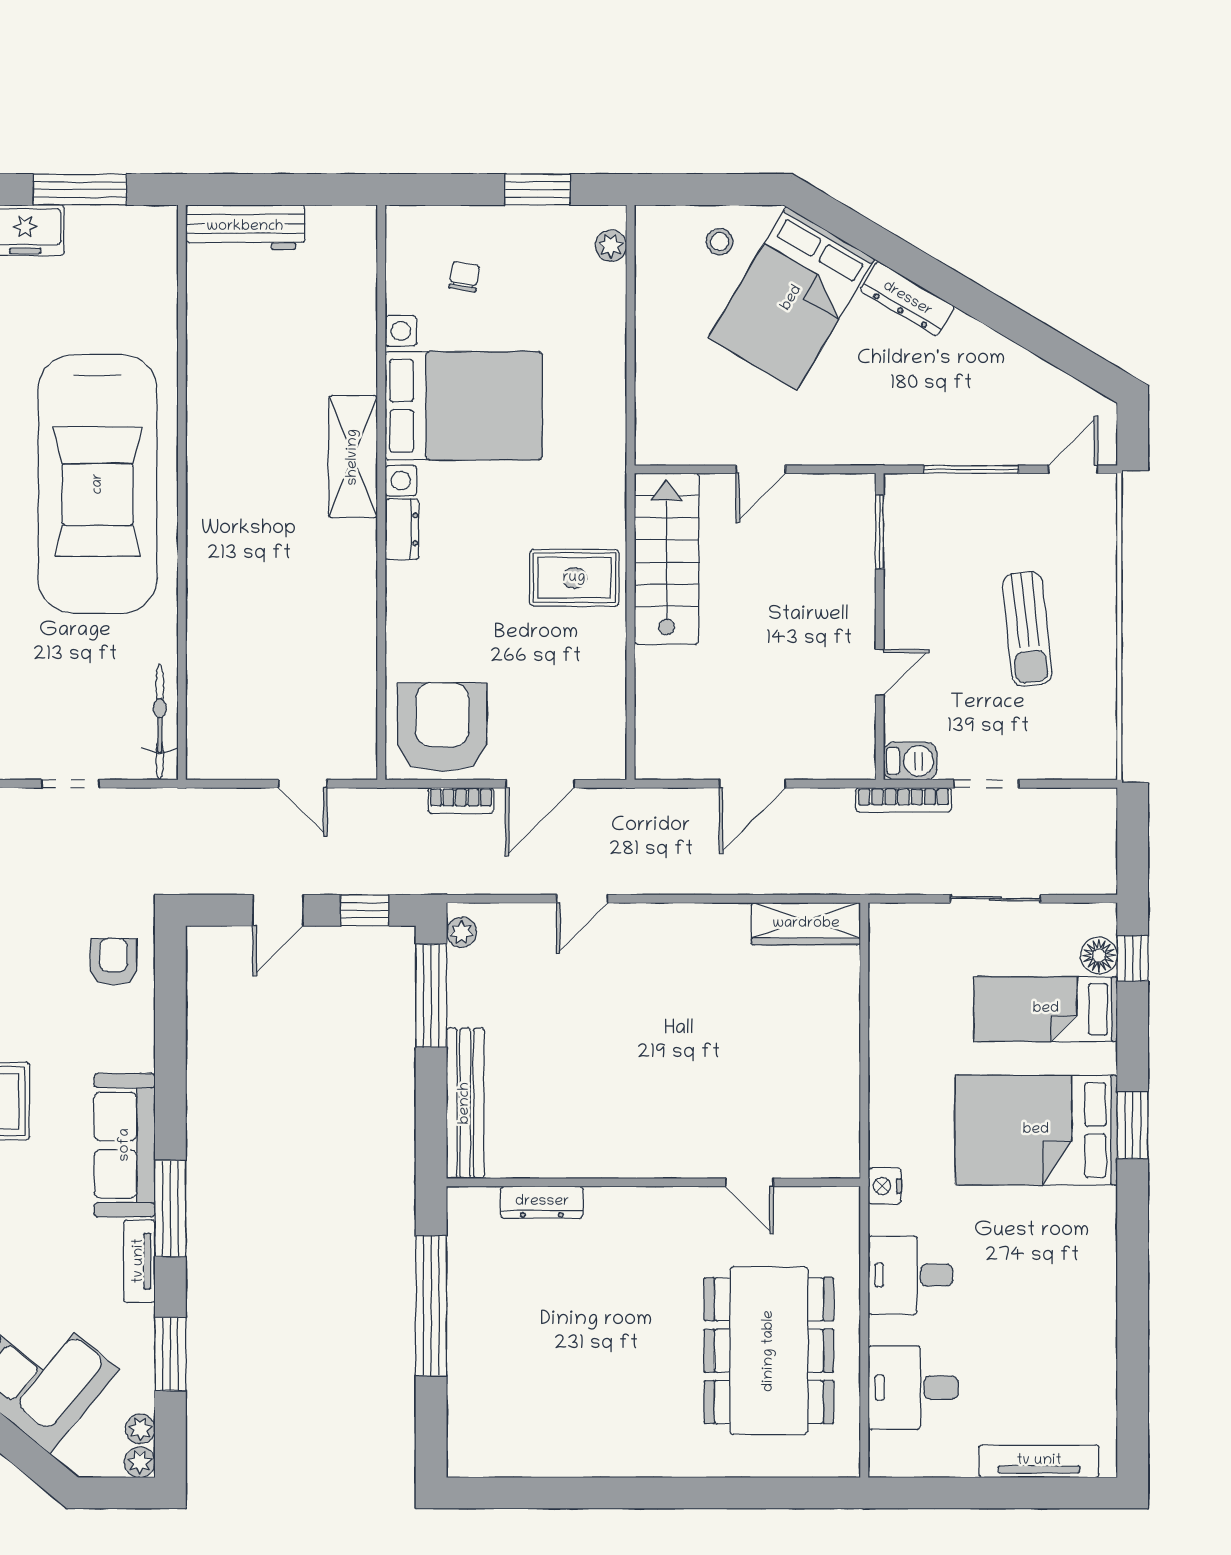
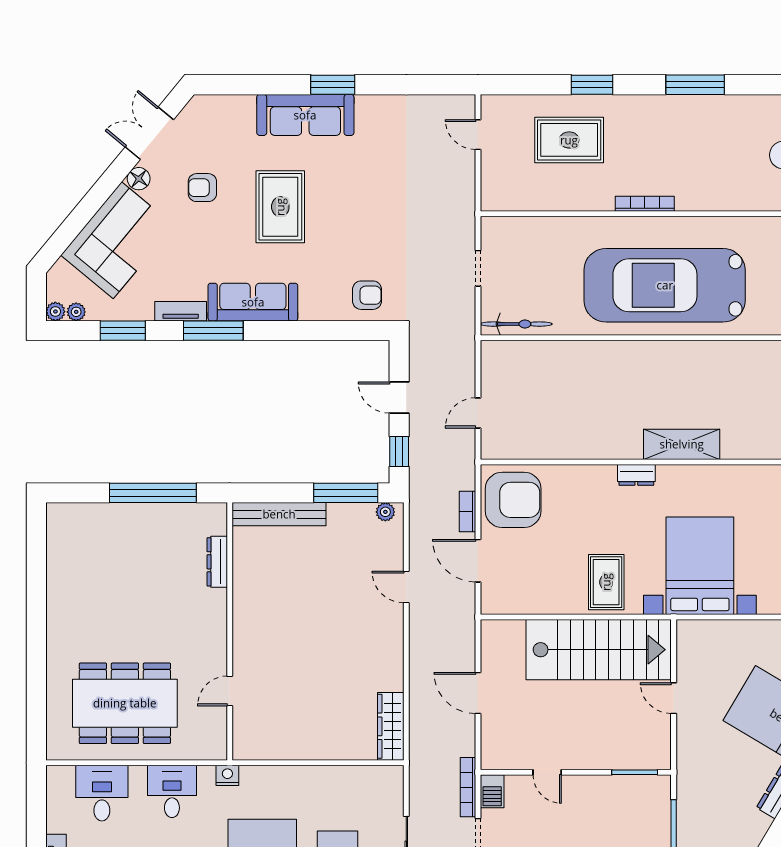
bed with nightstands: (464, 406) -> (700, 566), moved, turned 180
stairs: (667, 559) -> (599, 650), width x1.36, depth x1.51

